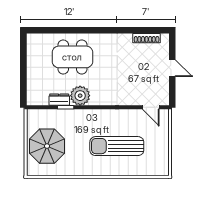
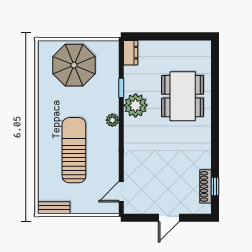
window: (147, 30) -> (215, 186), added
dresser: (59, 100) -> (131, 53), moved
plant: (92, 114) -> (112, 120), added
bench: (164, 163) -> (54, 208), added

